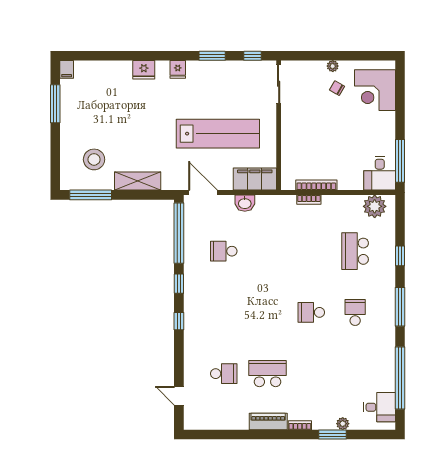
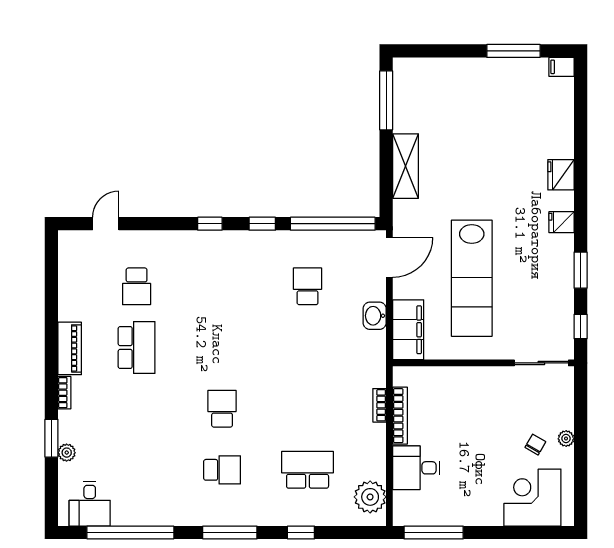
stool: (94, 159) -> (436, 105), removed
desk: (380, 173) -> (416, 468), moved

